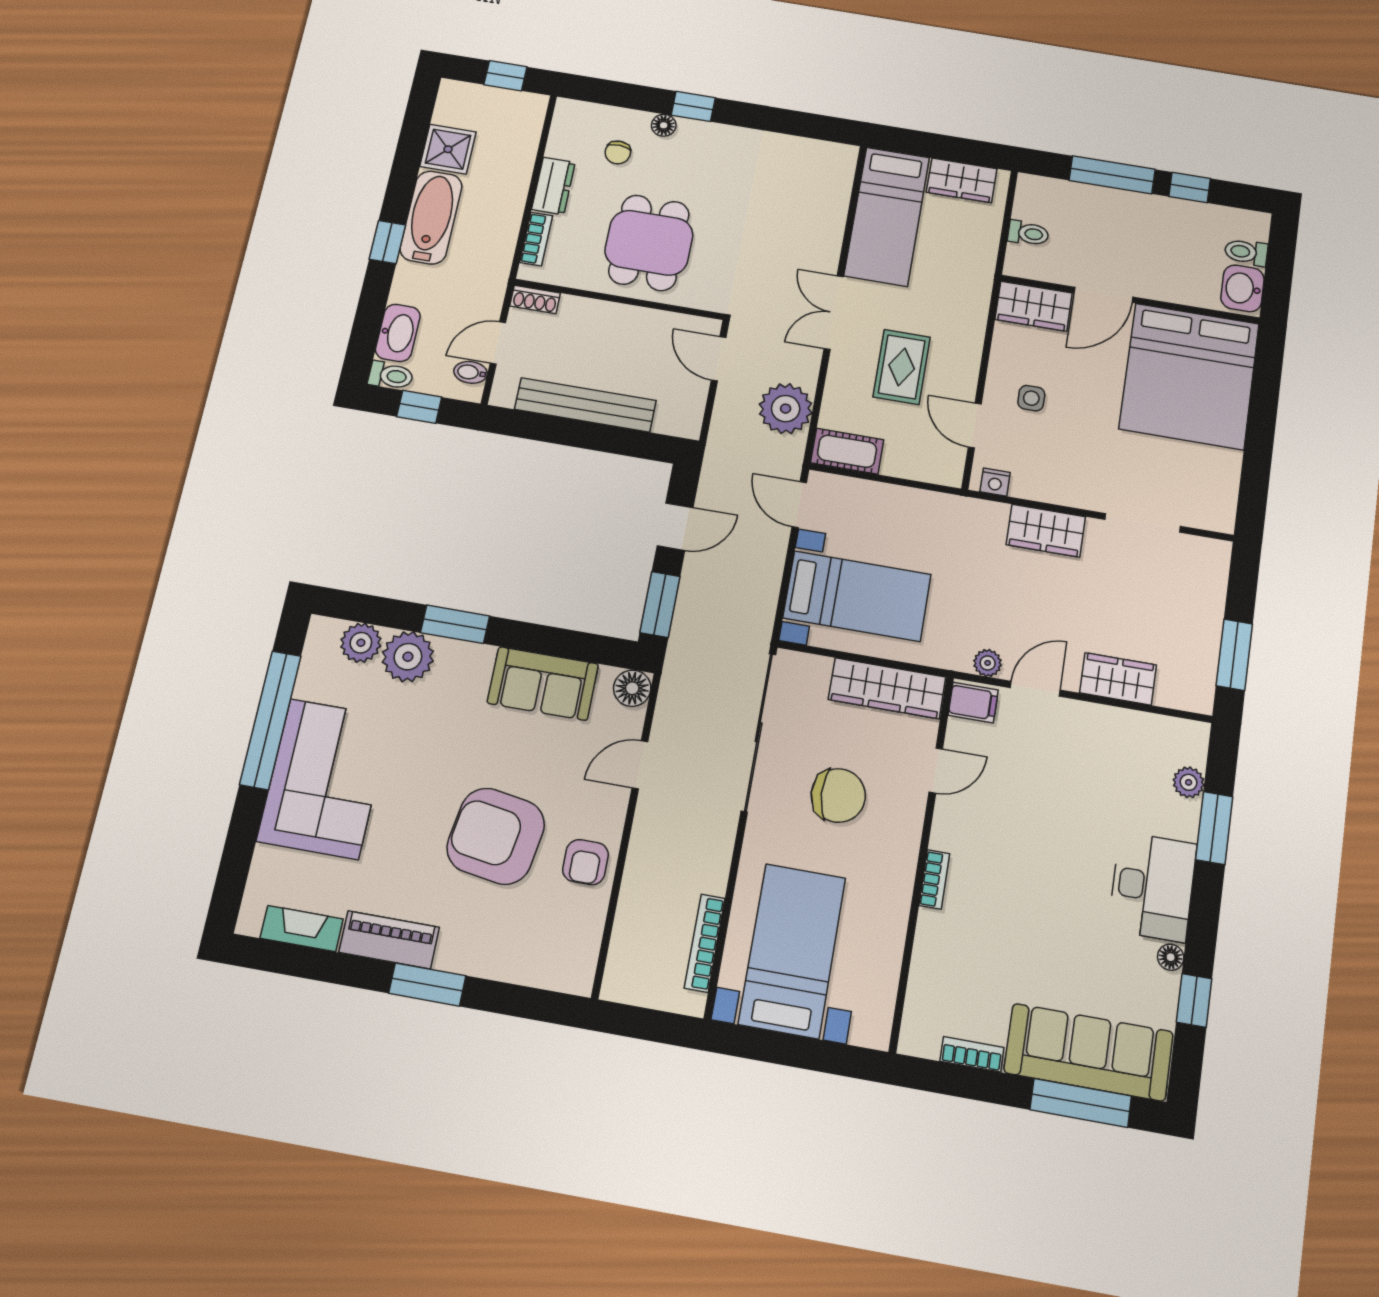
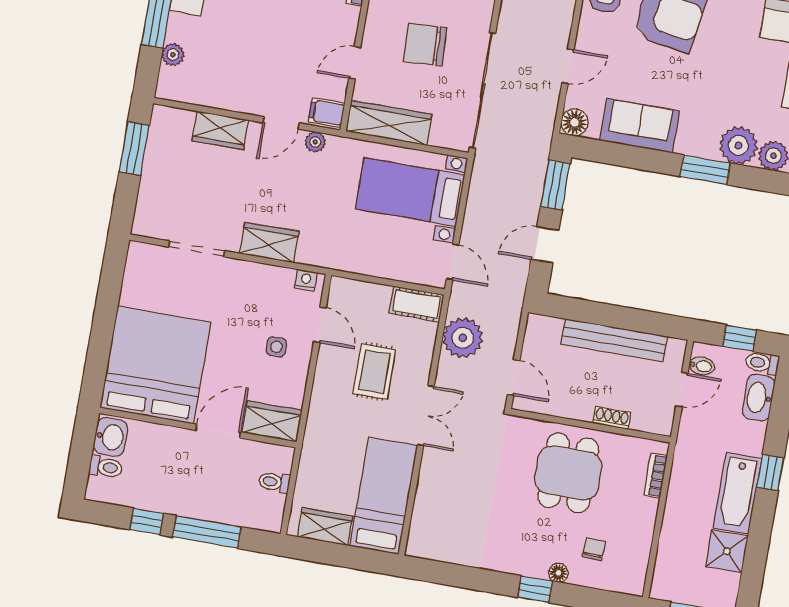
dresser: (553, 186) -> (643, 520), removed
shoe rack: (535, 300) -> (612, 418), moved

